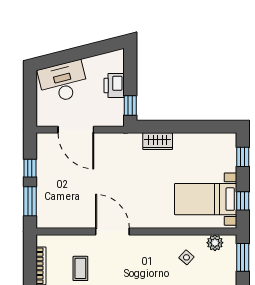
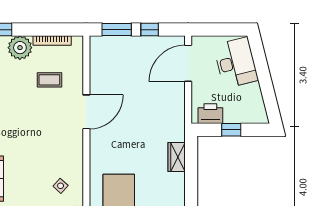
printer: (114, 85) -> (210, 114), moved
window: (130, 105) -> (231, 130), moved
door: (76, 130) -> (188, 63), moved

